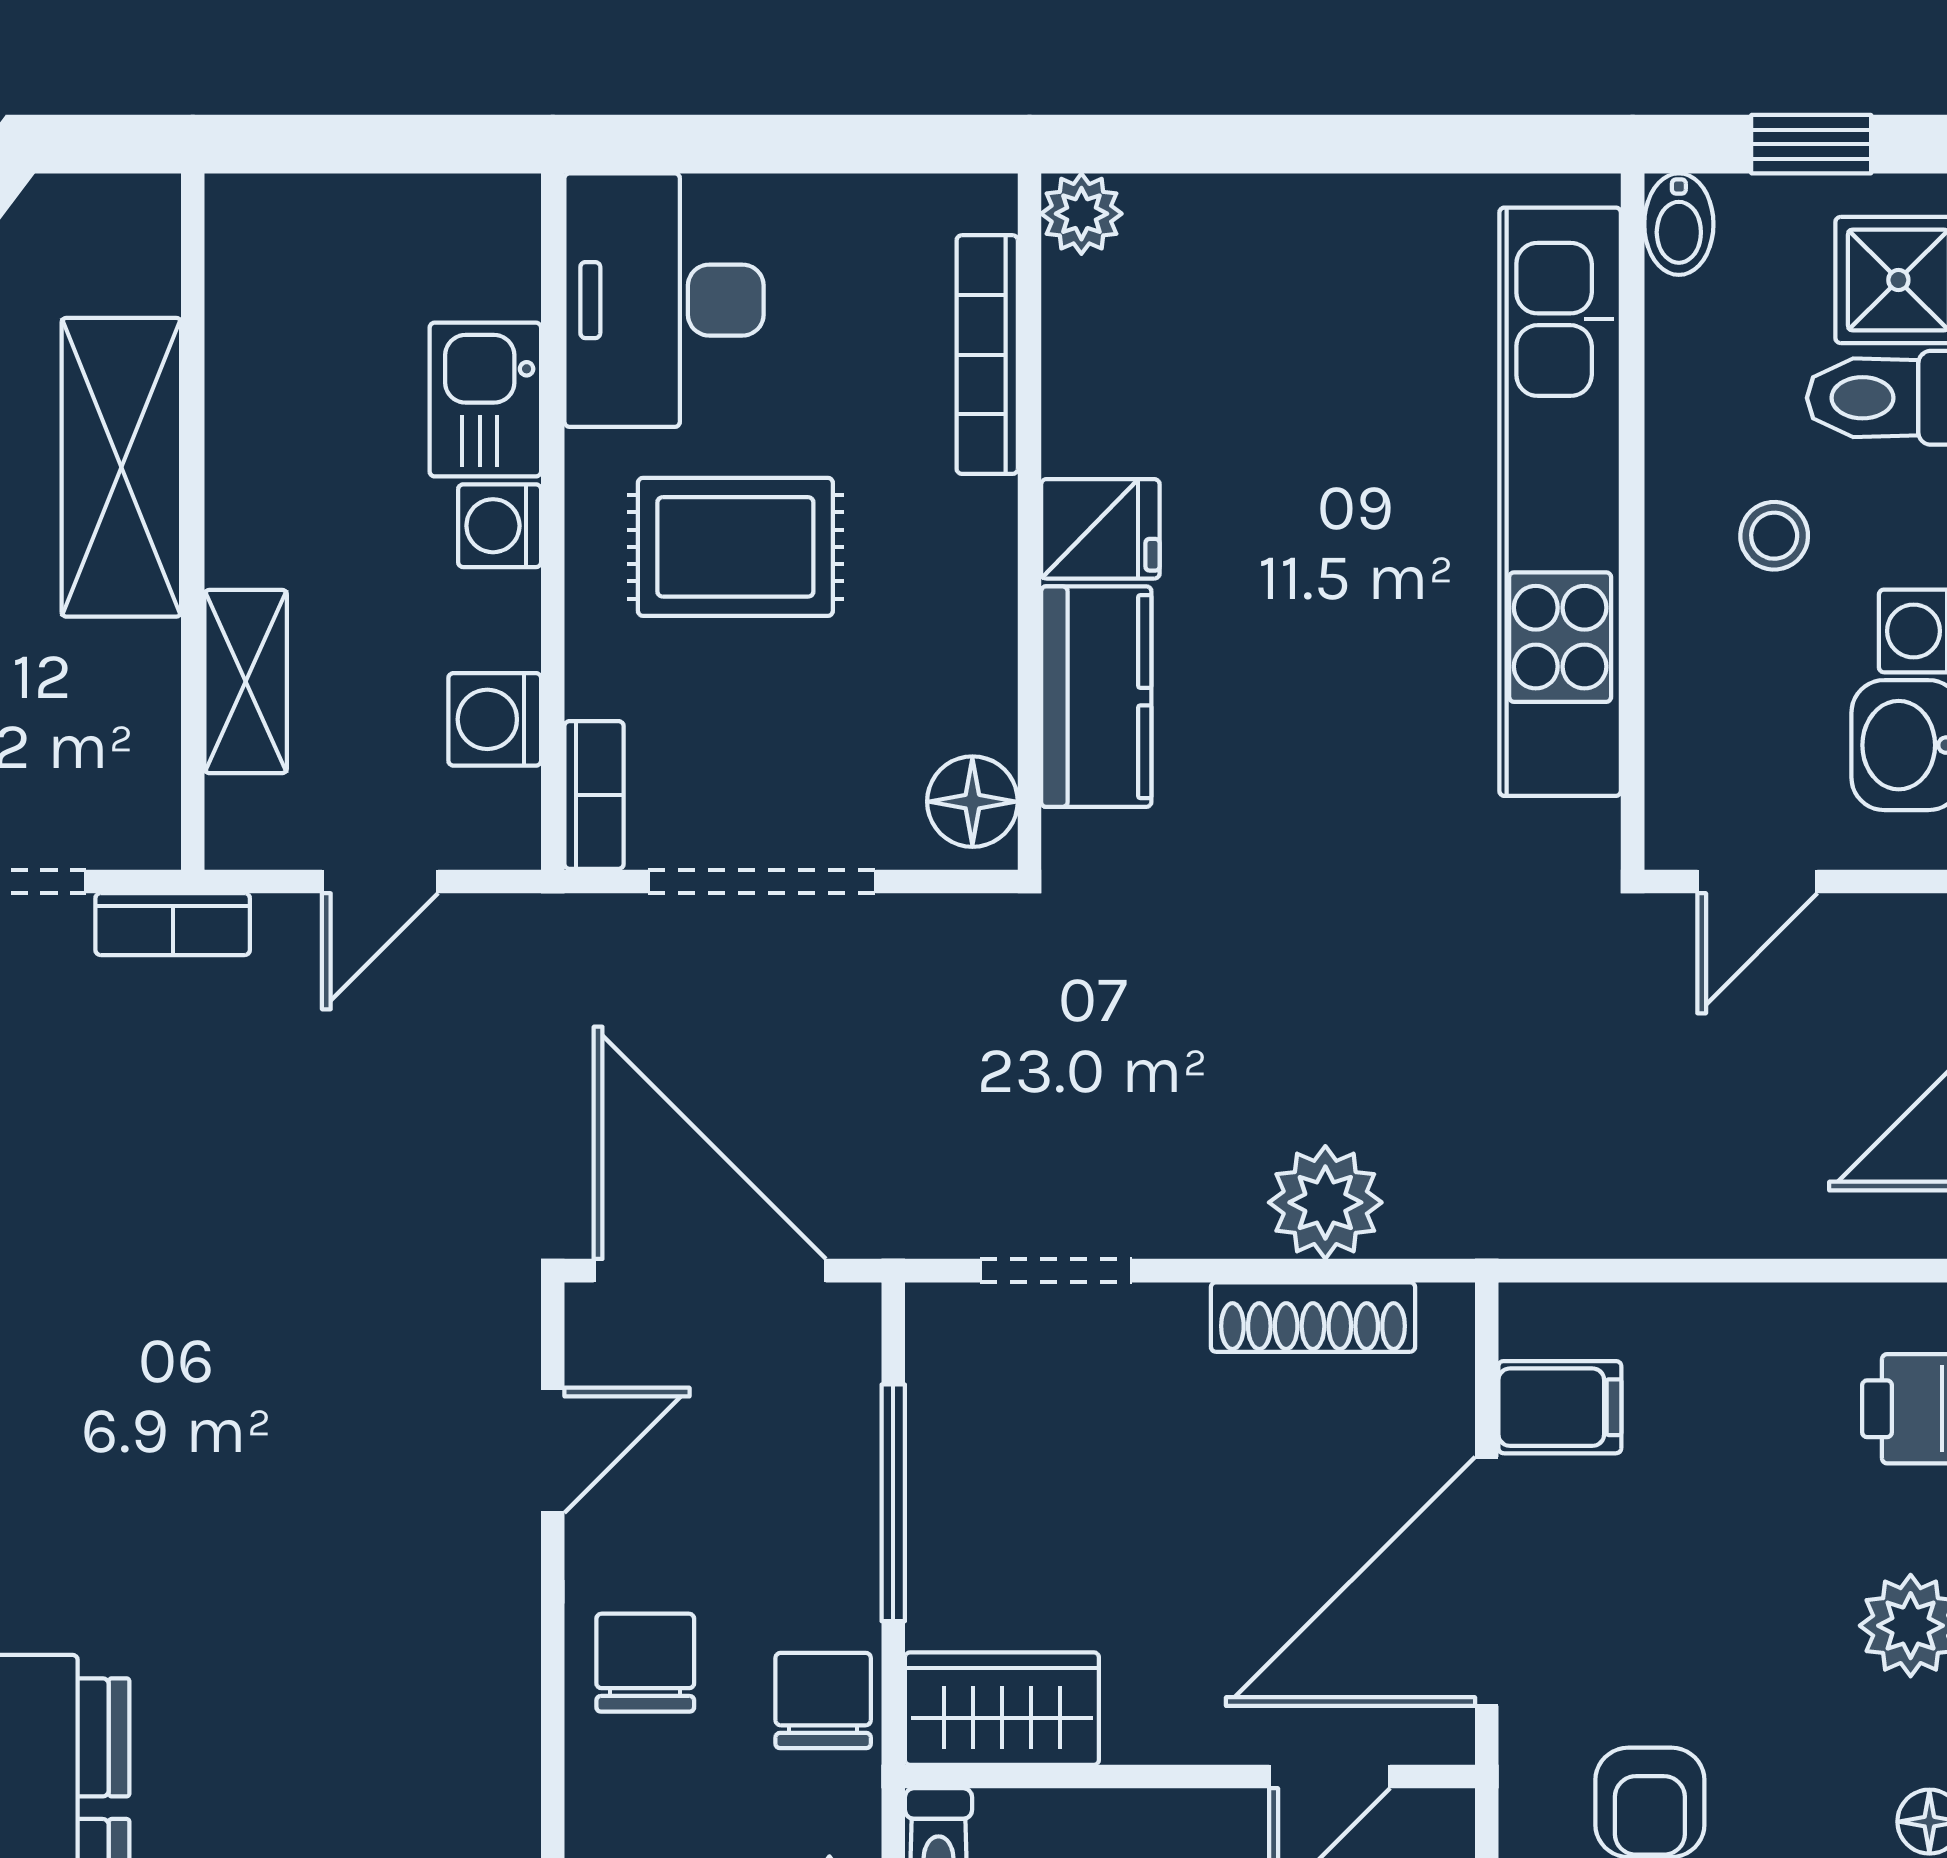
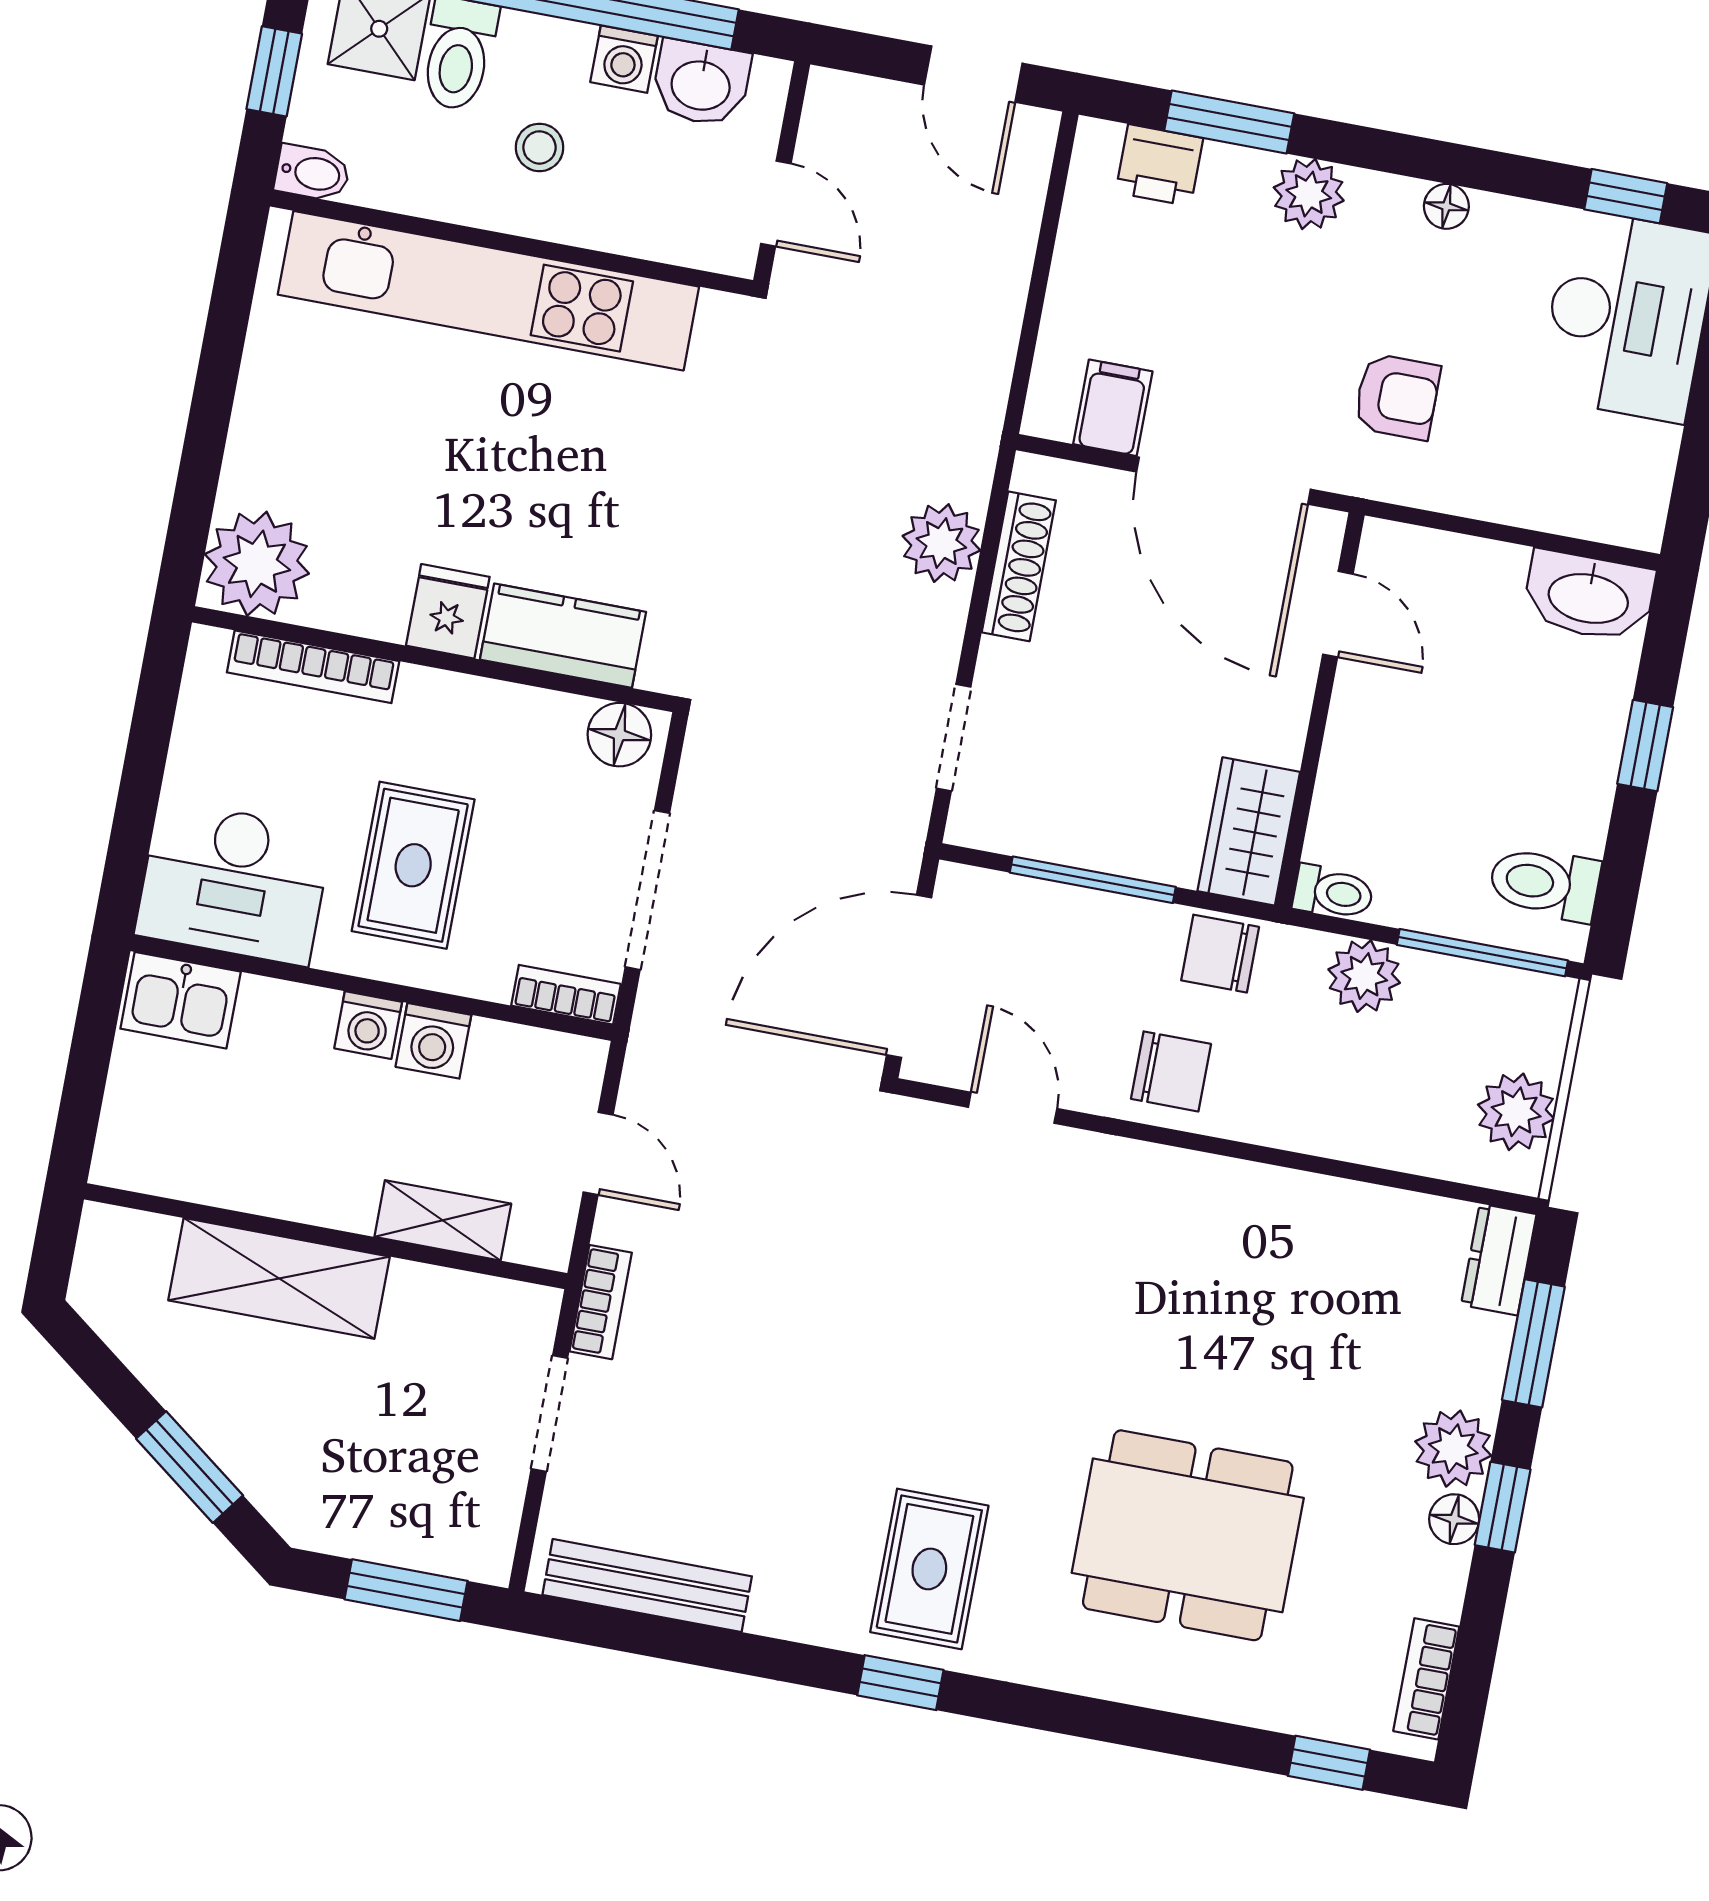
plant: (1081, 214) -> (257, 564), width x1.88, depth x1.88
kitchen sink: (485, 400) -> (181, 1000), moved
washing machine: (495, 719) -> (433, 1041), moved
chair: (645, 1663) -> (1171, 1071), turned 180

